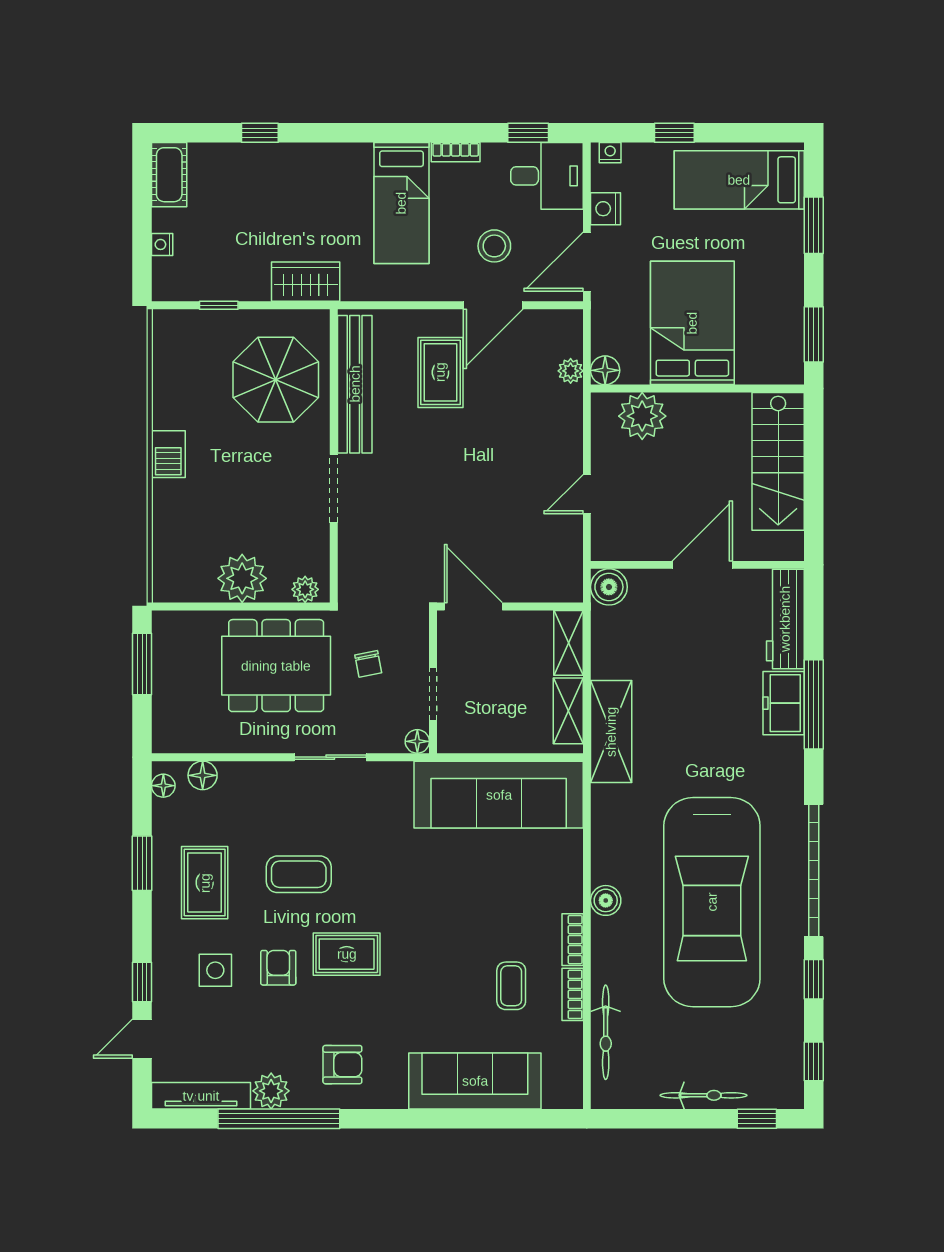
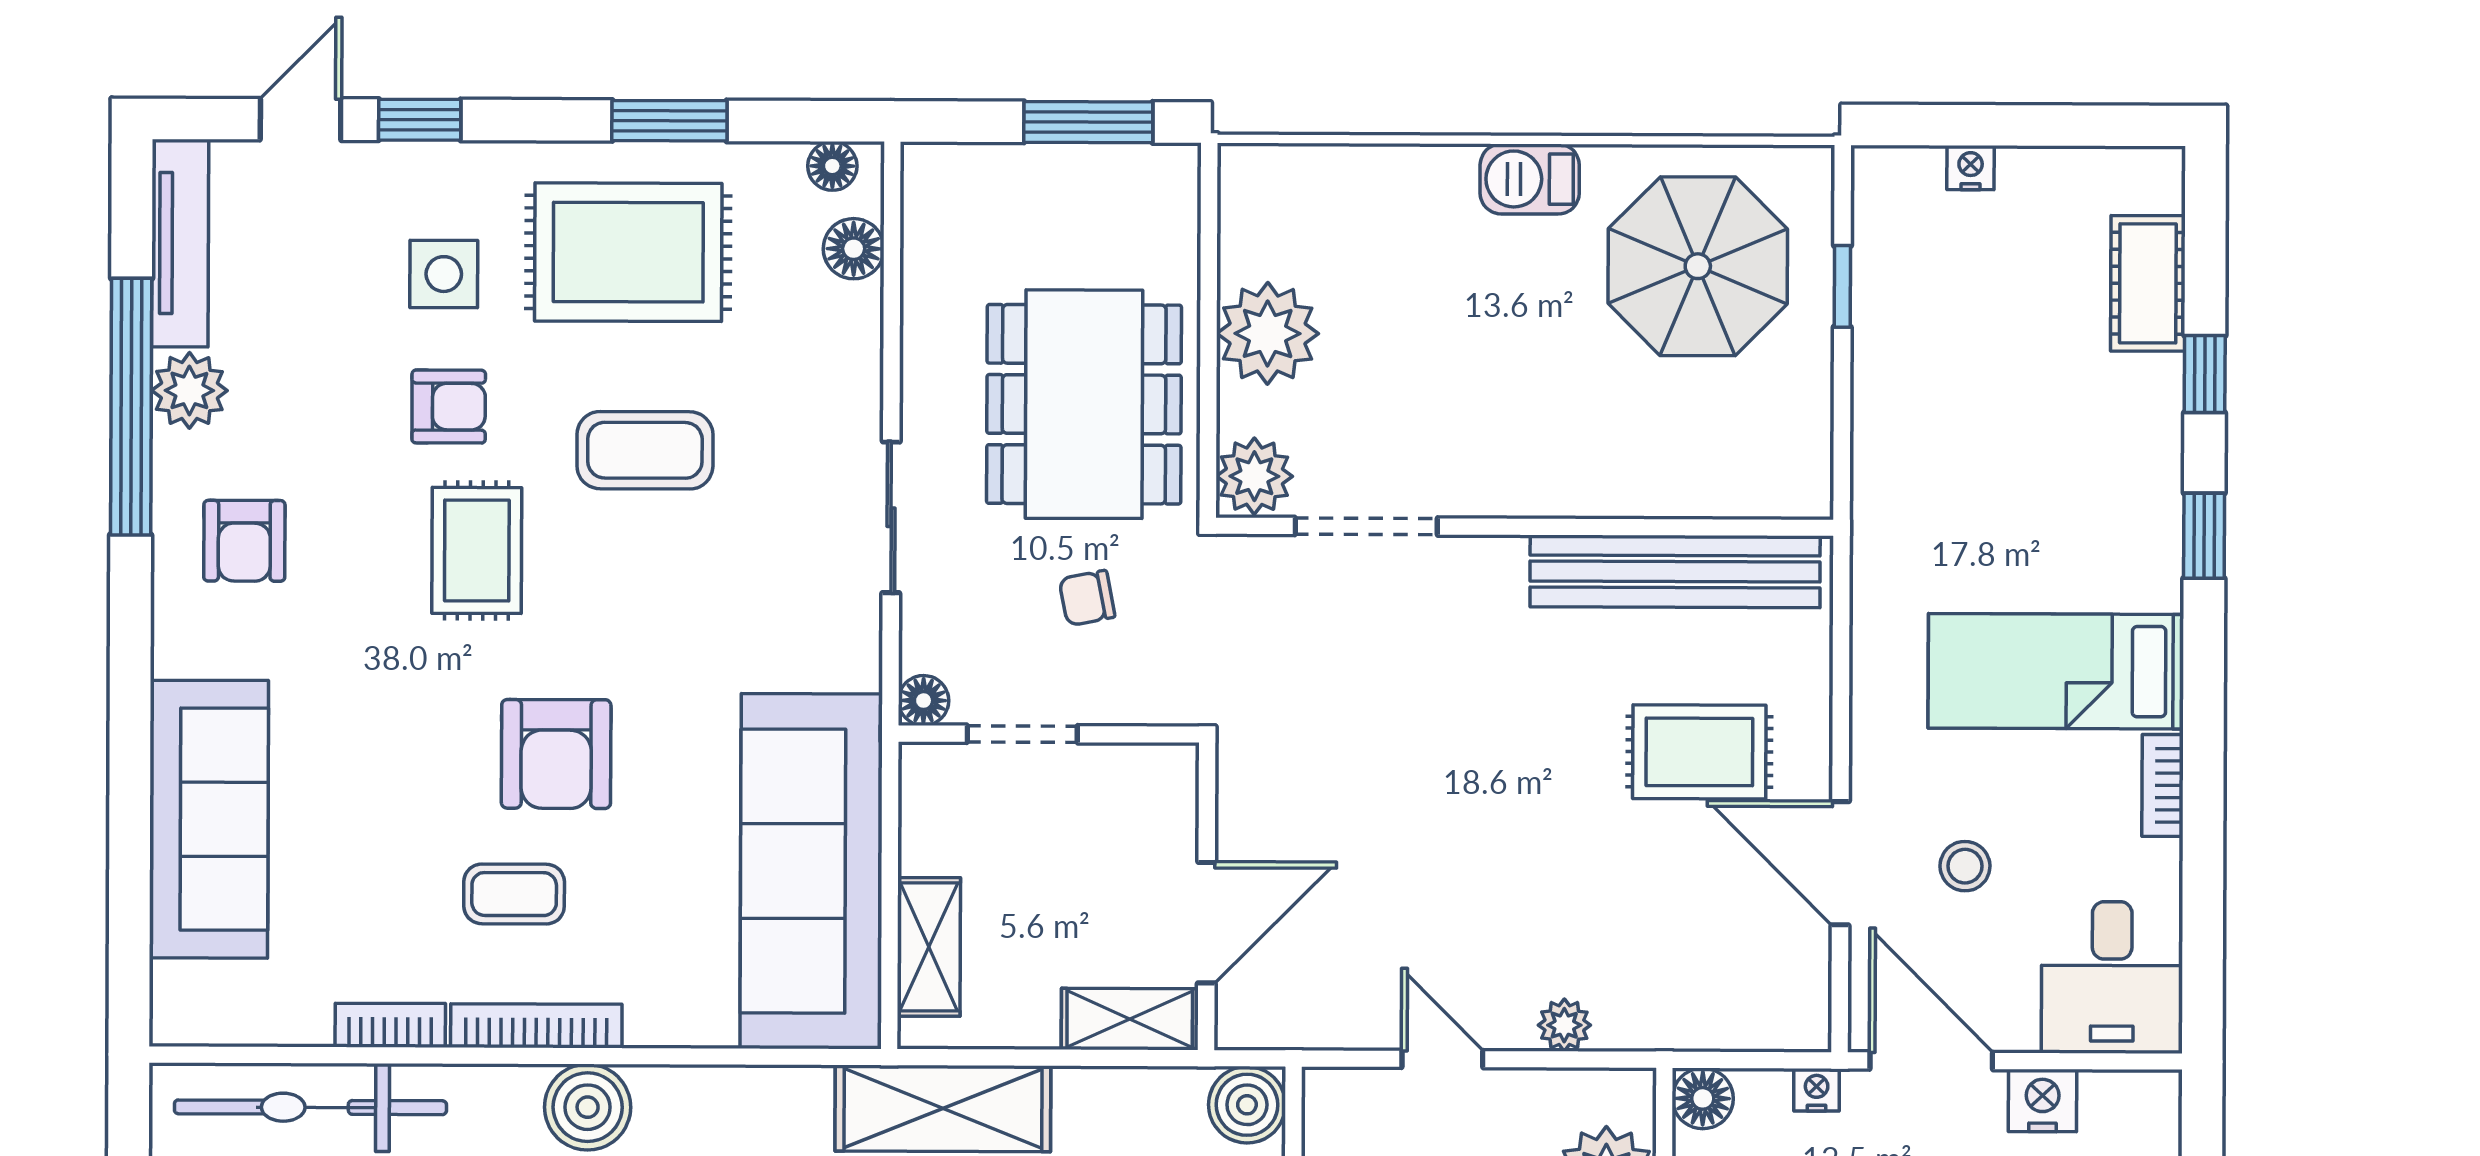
window: (528, 133) -> (2204, 536), moved
nightstand: (610, 153) -> (1817, 1090), moved, turned -90
cot: (169, 175) -> (2148, 283), moved, turned 90
stool: (494, 246) -> (1965, 866), width x0.73, depth x0.73
wardrobe: (306, 282) -> (1891, 469), removed
plant: (571, 371) -> (1564, 1025), moved
parasol: (276, 380) -> (1698, 266), moved
doorway: (334, 489) -> (1366, 526), moved
plant: (305, 589) -> (1254, 476), width x1.38, depth x1.38
door: (473, 607) -> (1206, 923), moved
shelving: (568, 711) -> (929, 947), moved, turned 90
coffee table: (299, 874) -> (645, 450), turned 90
rug: (205, 883) -> (628, 252), width x1.36, depth x1.43
boiler: (606, 900) -> (588, 1107), width x1.36, depth x1.36
armchair: (443, 916) -> (556, 754), added
bookcase: (573, 940) -> (536, 1026), width x1.56
coffee table: (511, 986) -> (514, 894), moved
bicycle: (606, 1032) -> (310, 1107), width x1.37, depth x1.40
door: (142, 1039) -> (301, 119), hinge flipped

